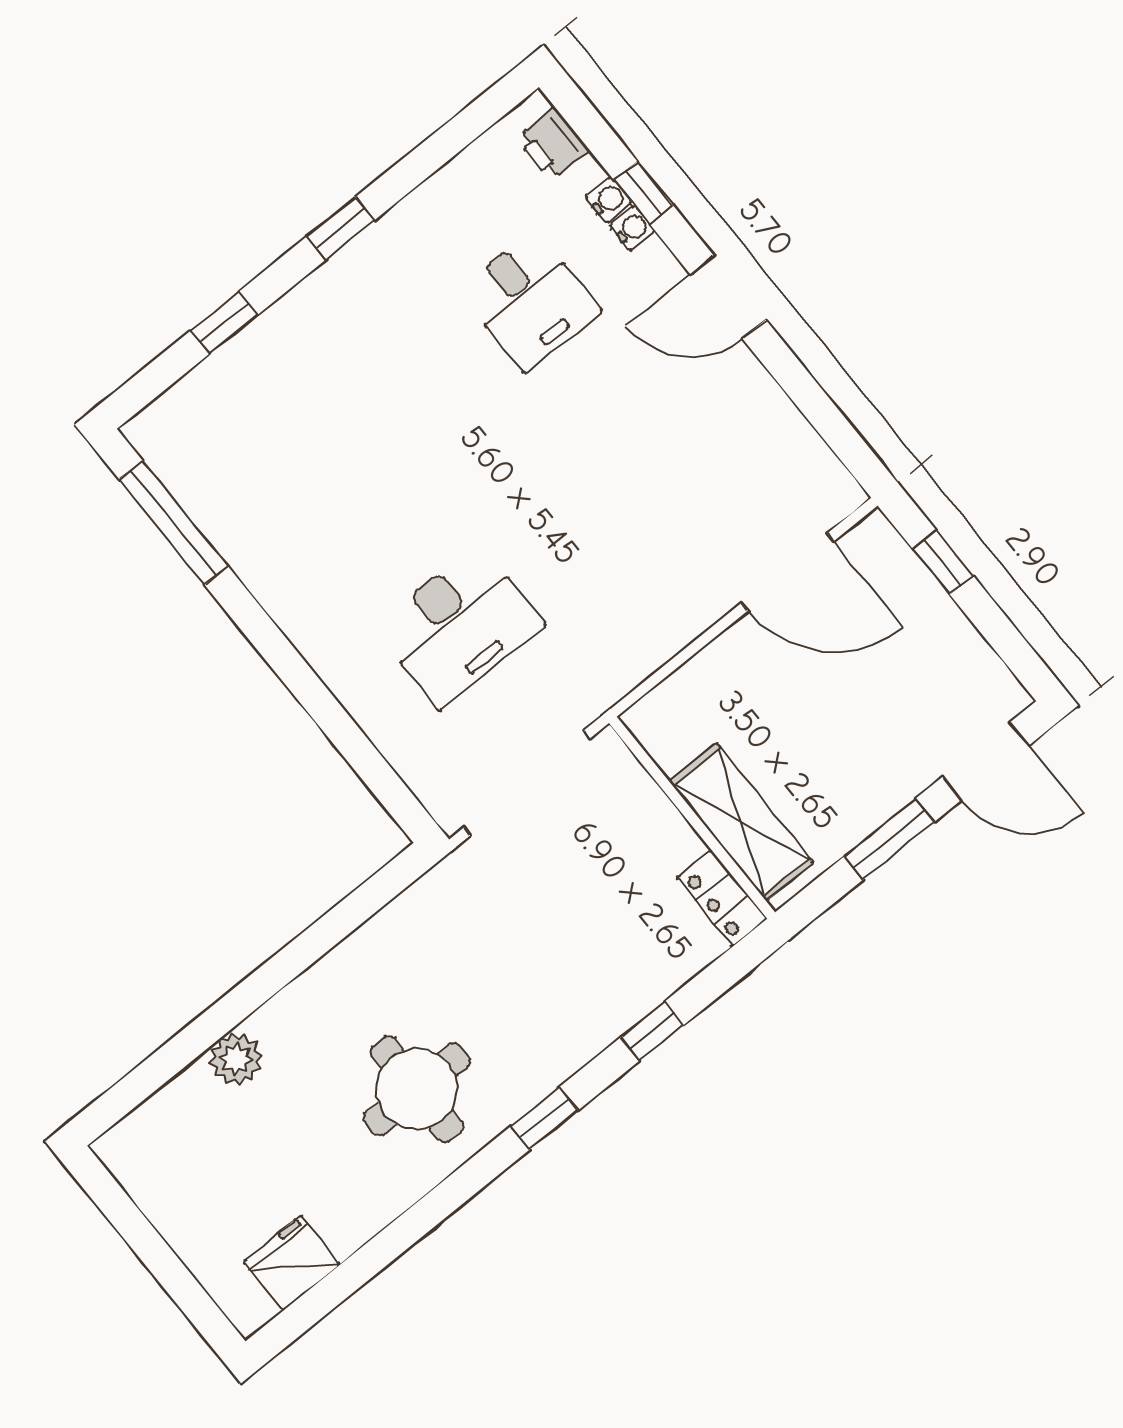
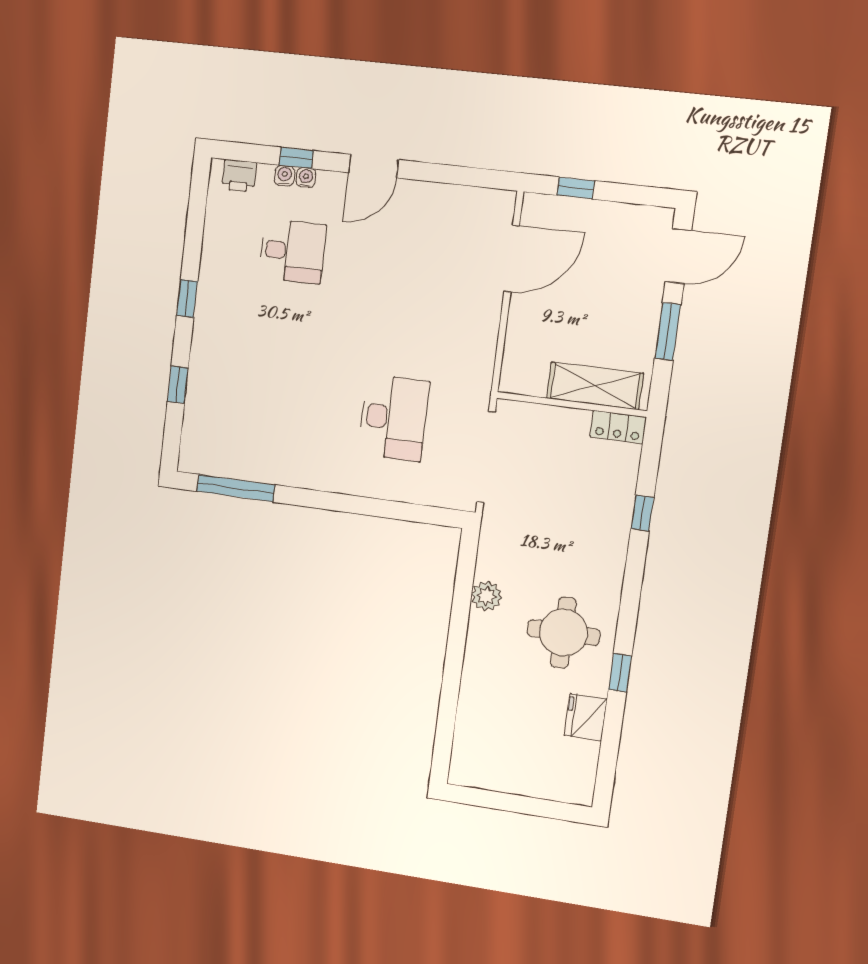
plant: (236, 1059) -> (487, 596), moved
window: (544, 1119) -> (620, 673), moved
fridge: (292, 1263) -> (586, 717), moved

